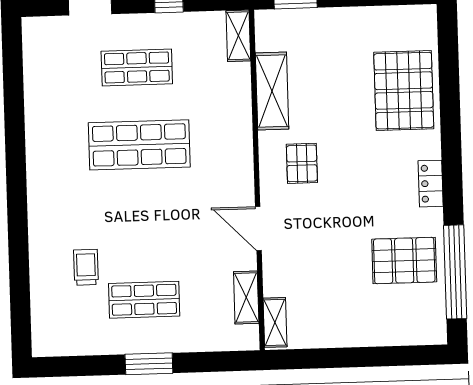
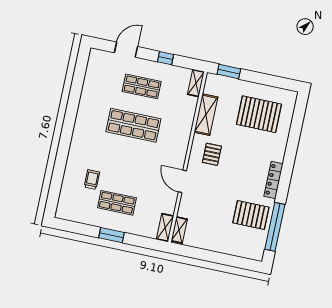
pallet: (404, 91) -> (259, 114), moved, turned 90
locker: (431, 184) -> (273, 180), width x1.53
shelving: (246, 297) -> (165, 228), moved

